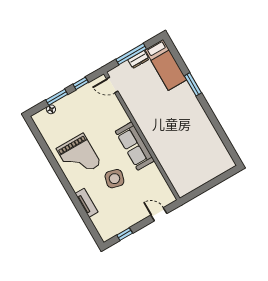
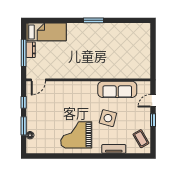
window: (193, 84) -> (93, 20), moved
sofa: (135, 146) -> (117, 89), moved
grand piano: (79, 156) -> (76, 135), turned 180
coffee table: (113, 225) -> (141, 139), added
window: (125, 234) -> (153, 120), moved

